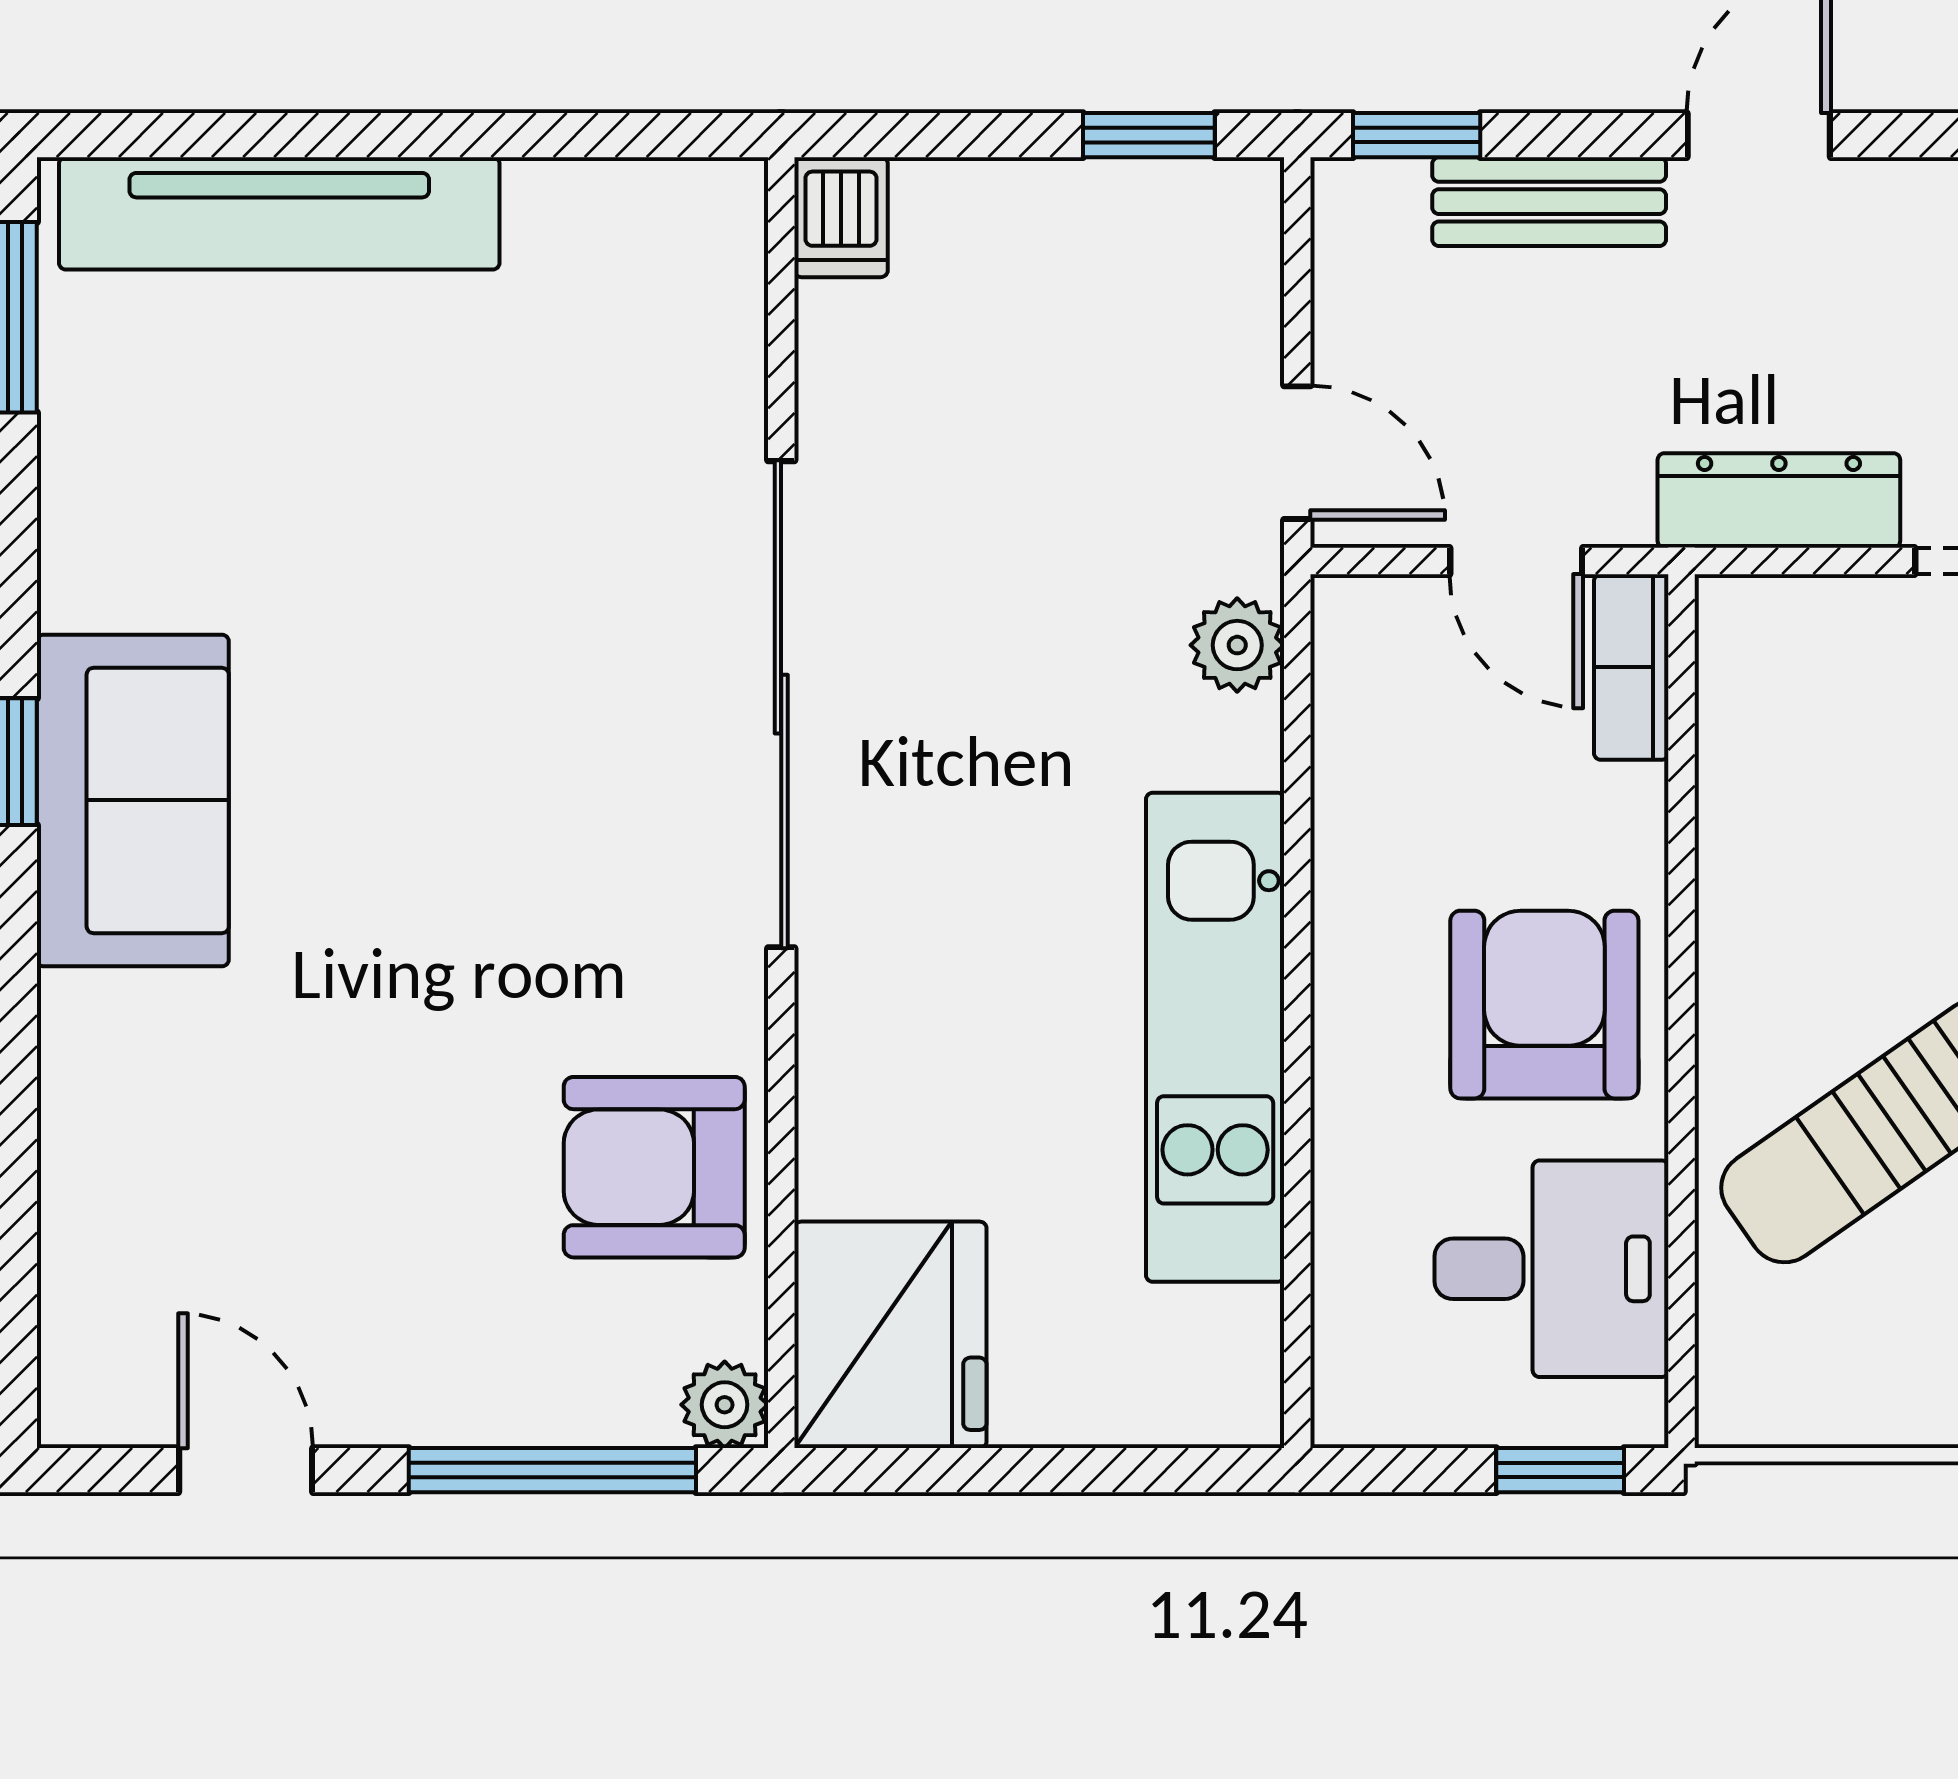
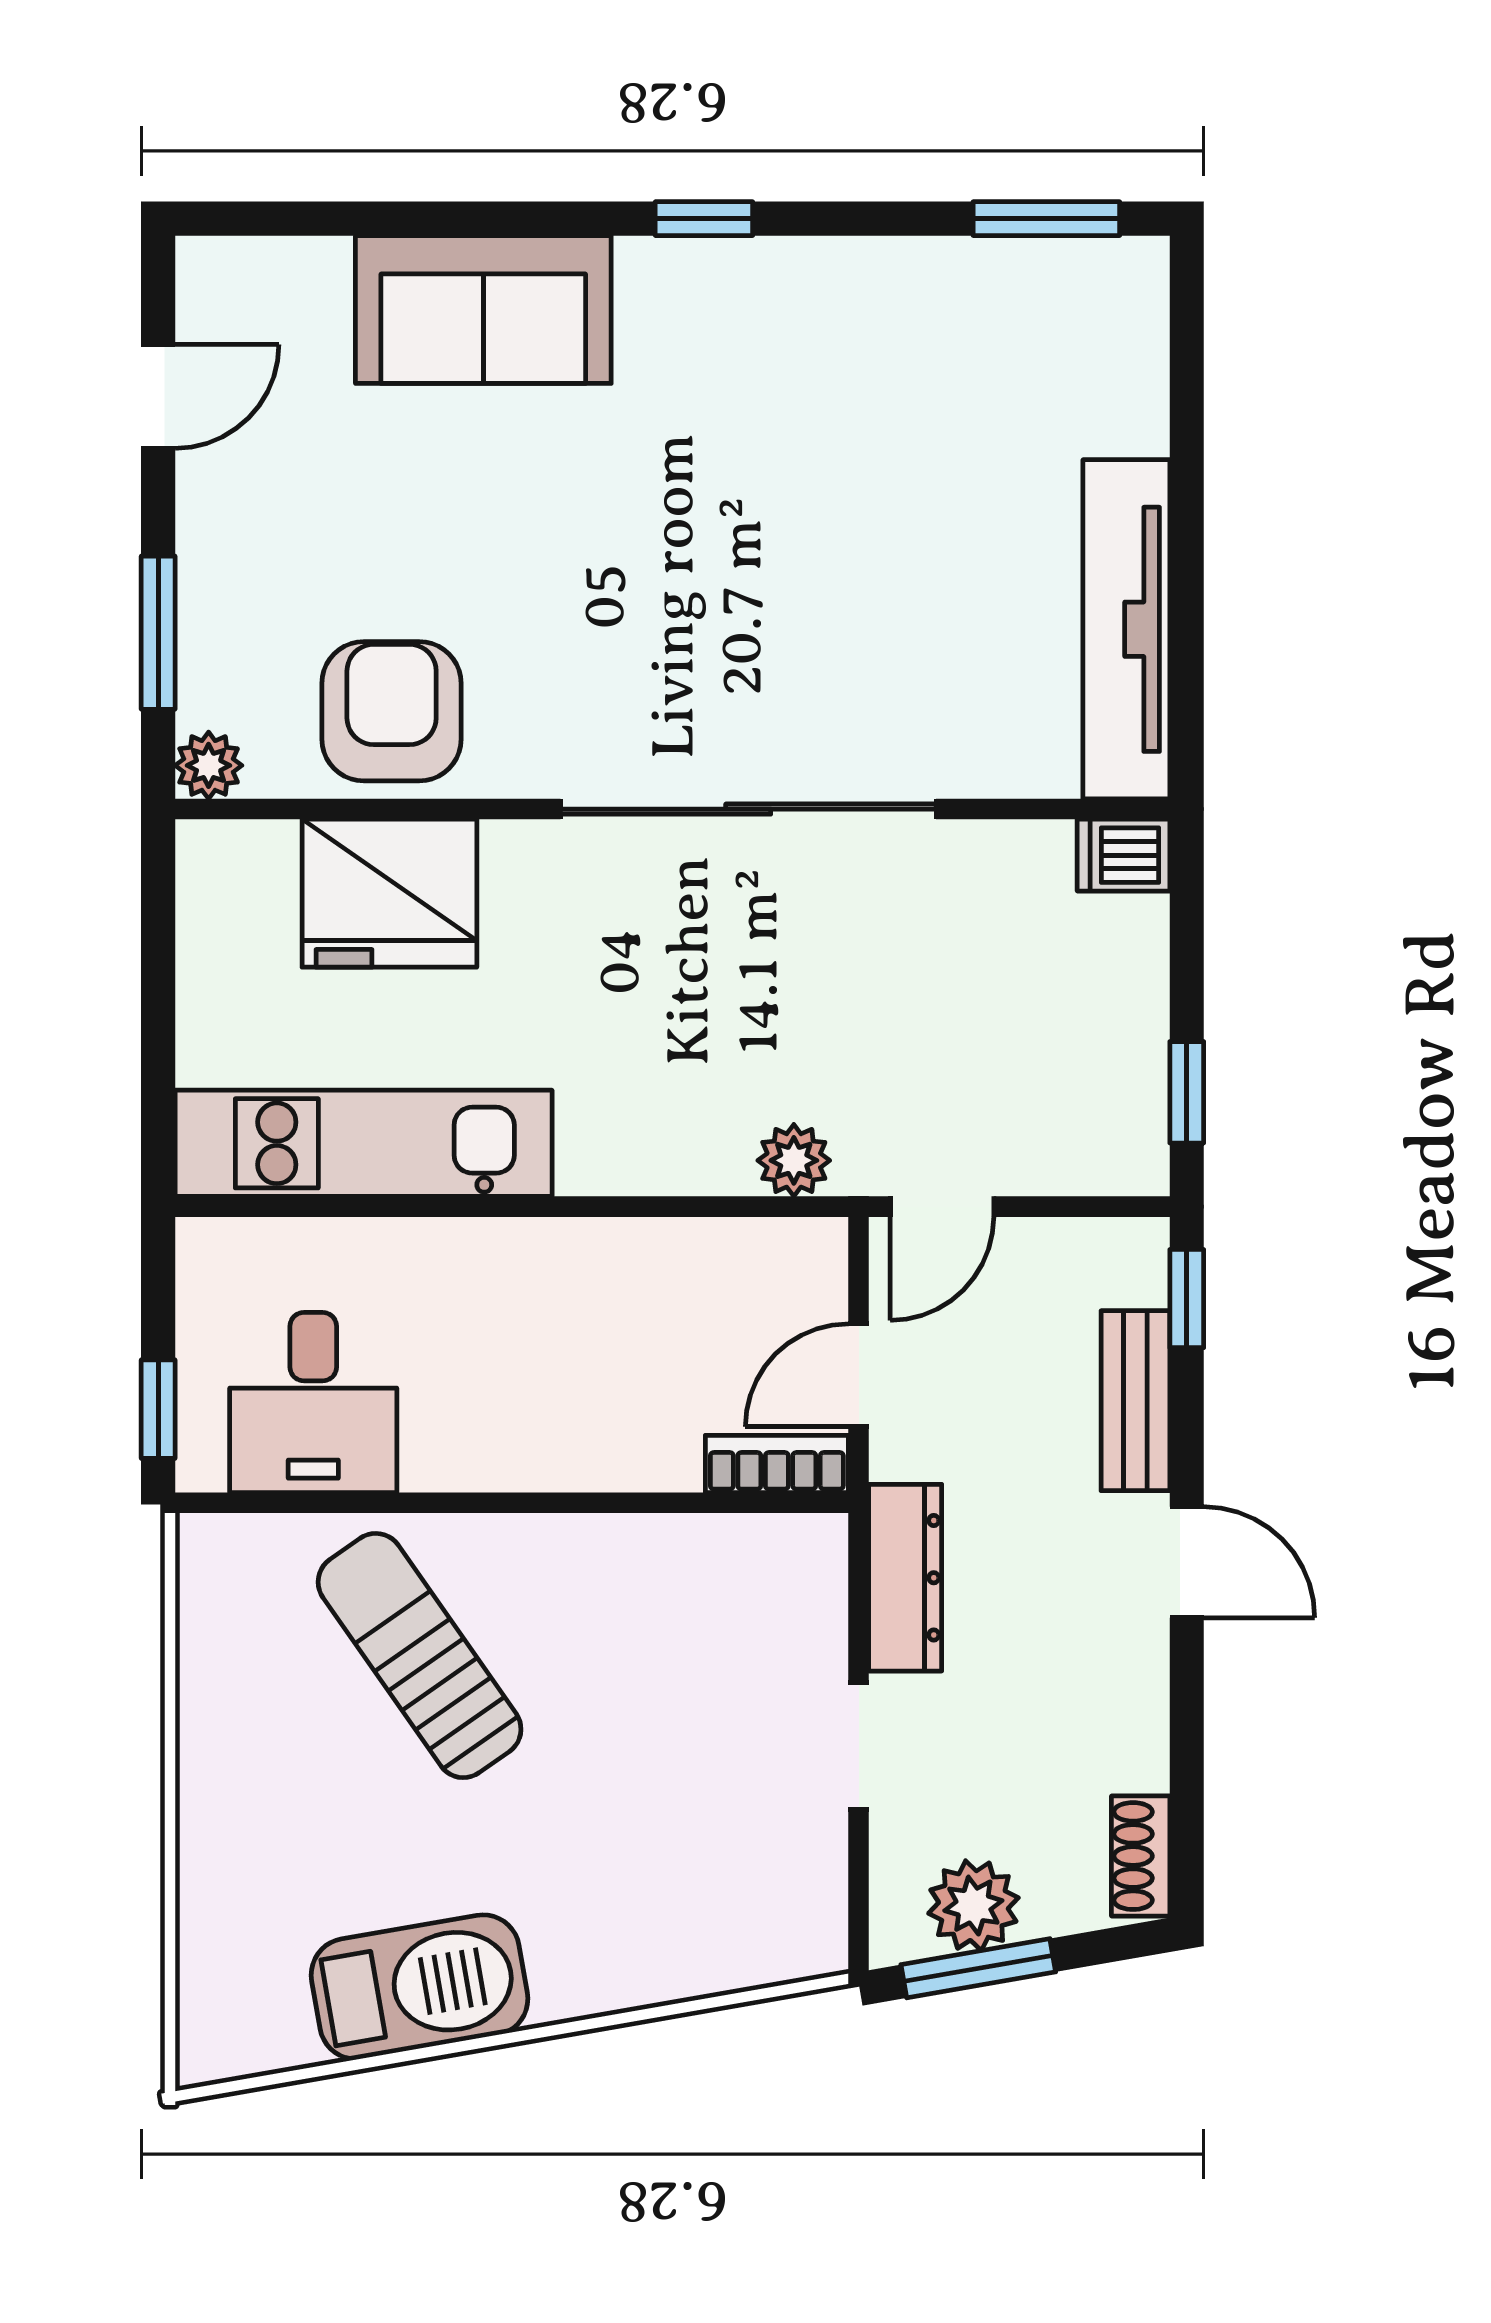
tv unit: (279, 213) -> (1126, 629), moved
sofa: (133, 800) -> (483, 309), moved
armchair: (1544, 1005) -> (517, 1397), removed
kitchen unit: (1215, 1037) -> (364, 1143), moved
fridge: (890, 1335) -> (389, 893), moved
window: (552, 1470) -> (158, 633), width x0.69

